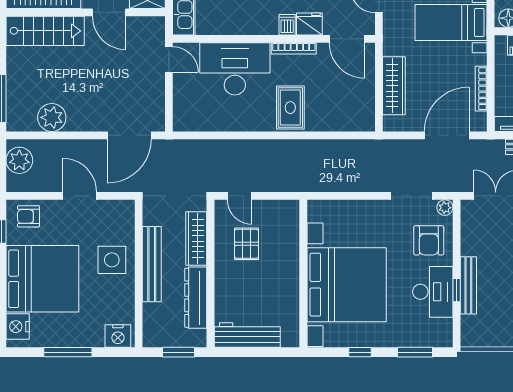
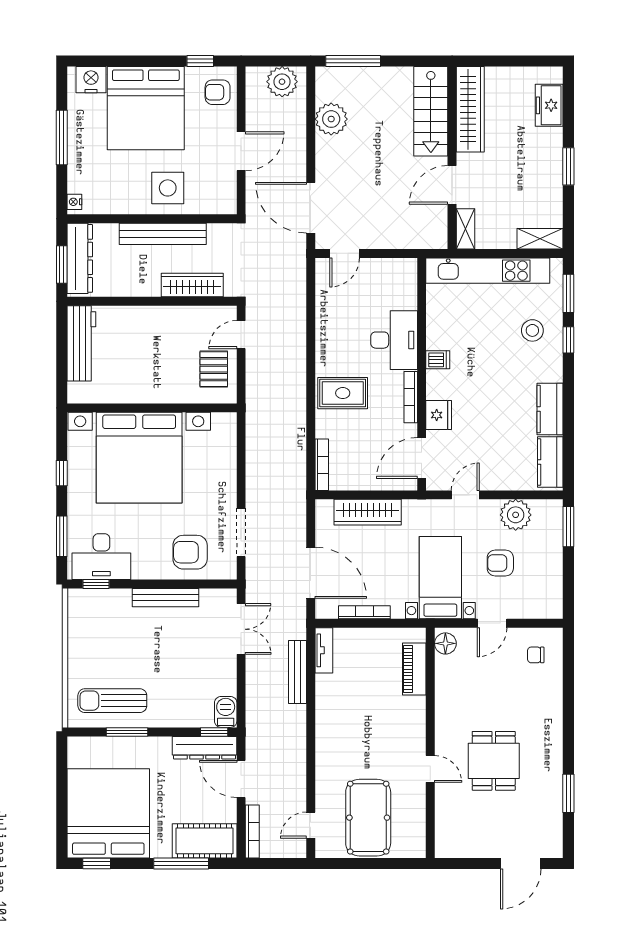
dishwasher: (287, 25) -> (438, 360), moved
door: (169, 59) -> (345, 253), moved
desk: (235, 69) -> (394, 340), width x0.73, depth x0.77
bookcase: (353, 126) -> (322, 465), added
plant: (445, 208) -> (228, 571), removed
armchair: (28, 216) -> (218, 92), turned -90
pallet: (246, 244) -> (214, 369), moved, turned 90
bench: (468, 285) -> (166, 598), moved
window: (457, 290) -> (96, 584), moved
desk: (433, 292) -> (101, 557), moved
dresser: (196, 298) -> (80, 258), moved, turned 90
nightstand: (118, 336) -> (74, 202), width x0.53, depth x0.56

